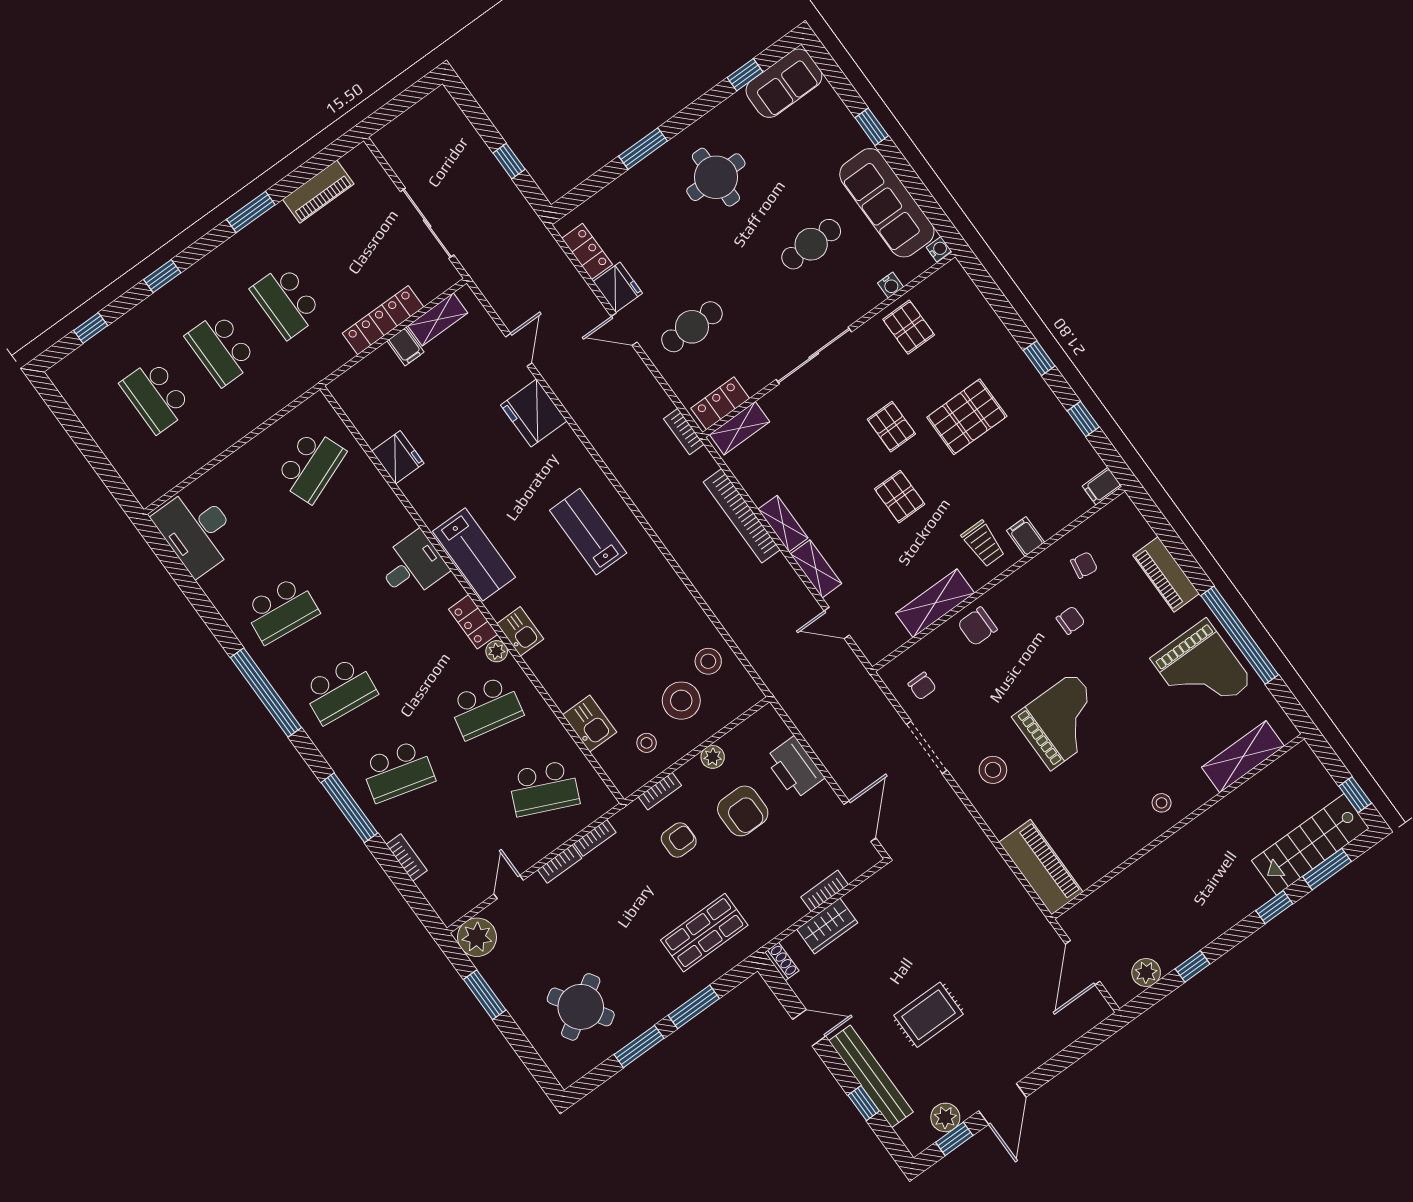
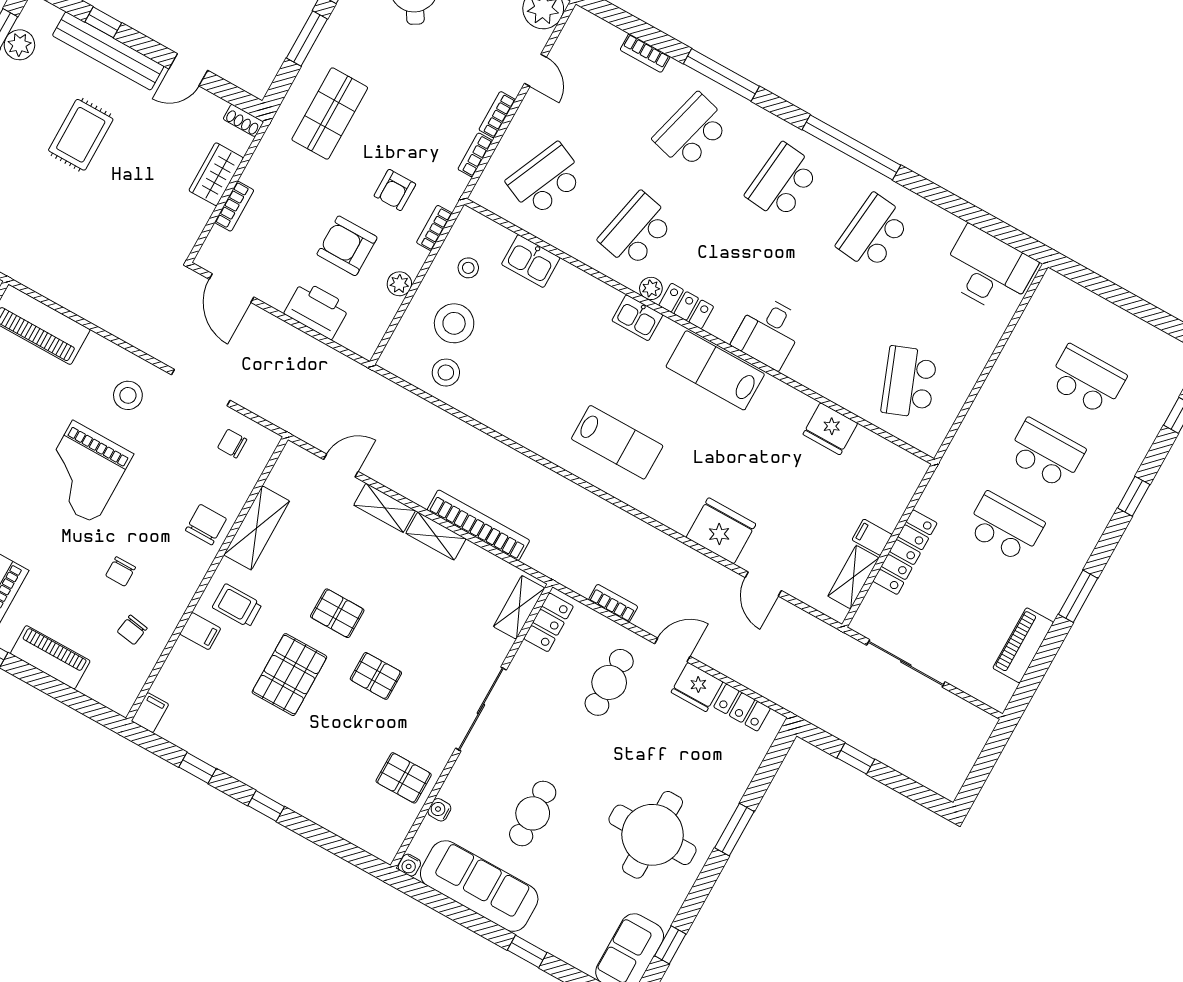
round table: (716, 177) -> (653, 835), width x1.36, depth x1.36
pallet: (967, 417) -> (289, 675), moved
bookcase: (684, 431) -> (613, 603), moved

